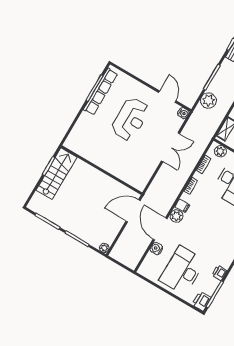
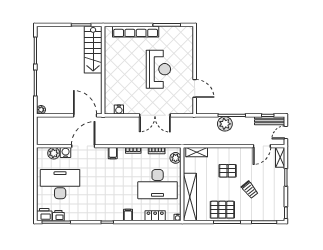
row of seats: (101, 92) -> (136, 32), moved
door: (167, 97) -> (195, 88), hinge flipped
plant: (208, 100) -> (225, 124), moved
water cooler: (183, 113) -> (119, 109), moved
reception desk: (130, 119) -> (158, 69), turned -90
stairs: (56, 174) -> (93, 50), moved, turned 90
plant: (176, 216) -> (54, 153), moved
printer: (219, 273) -> (58, 216), moved

